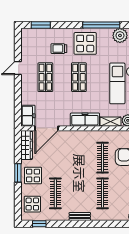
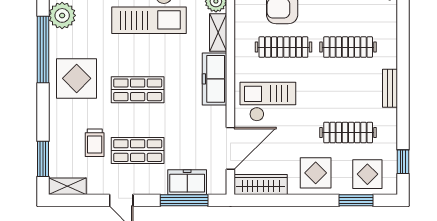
shelving: (26, 38) -> (67, 186), added
trolley: (59, 49) -> (95, 143), moved
window: (18, 103) -> (184, 200), added
freezer: (28, 116) -> (187, 182), moved
door: (47, 128) -> (230, 148), hinge flipped
checkout: (72, 149) -> (268, 102), added
window: (18, 173) -> (356, 200), moved

